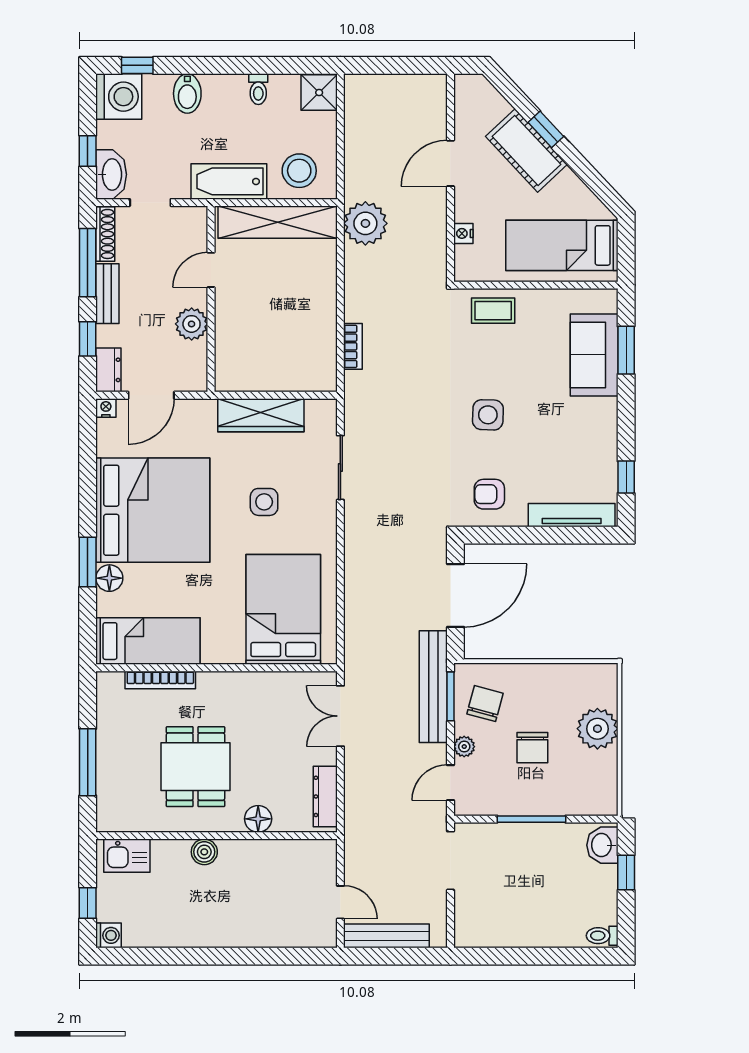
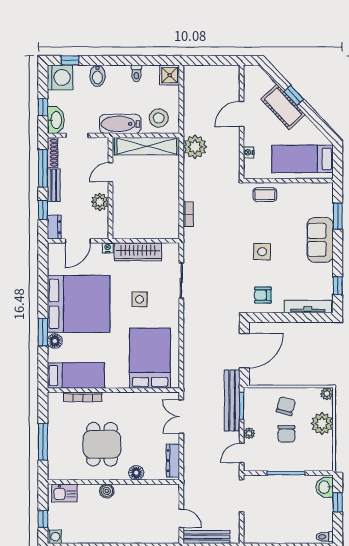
sofa: (594, 355) -> (320, 240), moved
nightstand: (106, 408) -> (108, 248), moved
plant: (606, 674) -> (327, 394), added
chair: (485, 704) -> (286, 406), moved

